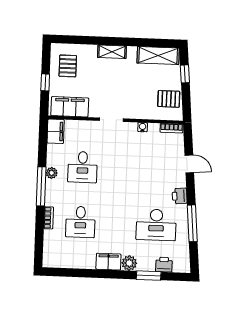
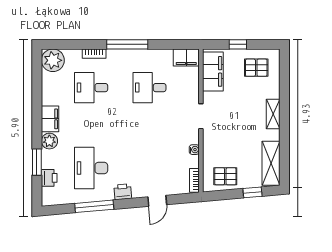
pallet: (169, 99) -> (225, 176), turned 90
plant: (52, 173) -> (53, 60), moved, width x1.88, depth x1.88

